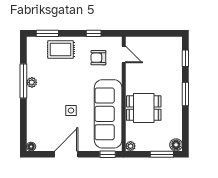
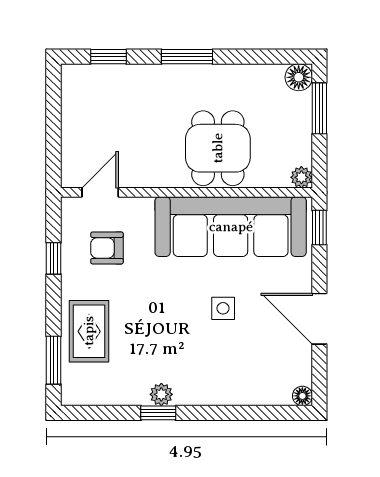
armchair: (98, 58) -> (107, 248), turned 90
window: (23, 81) -> (158, 413), width x0.46

